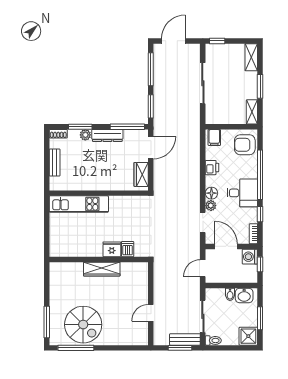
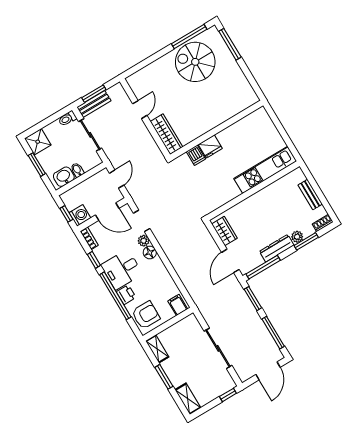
printer: (212, 168) -> (126, 295), moved, turned 180
wardrobe: (102, 269) -> (166, 134), moved, turned 90

